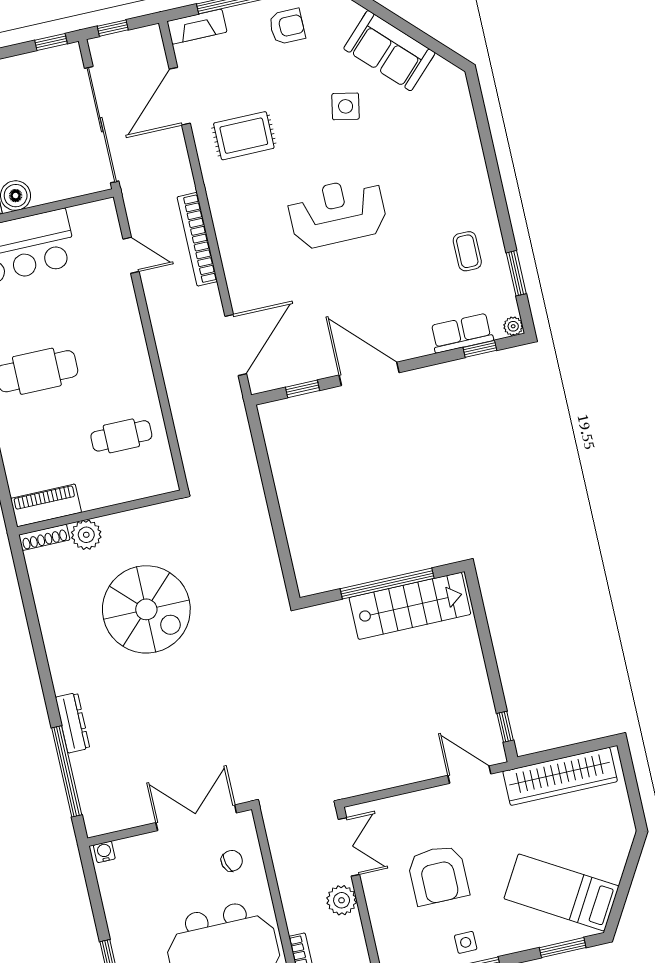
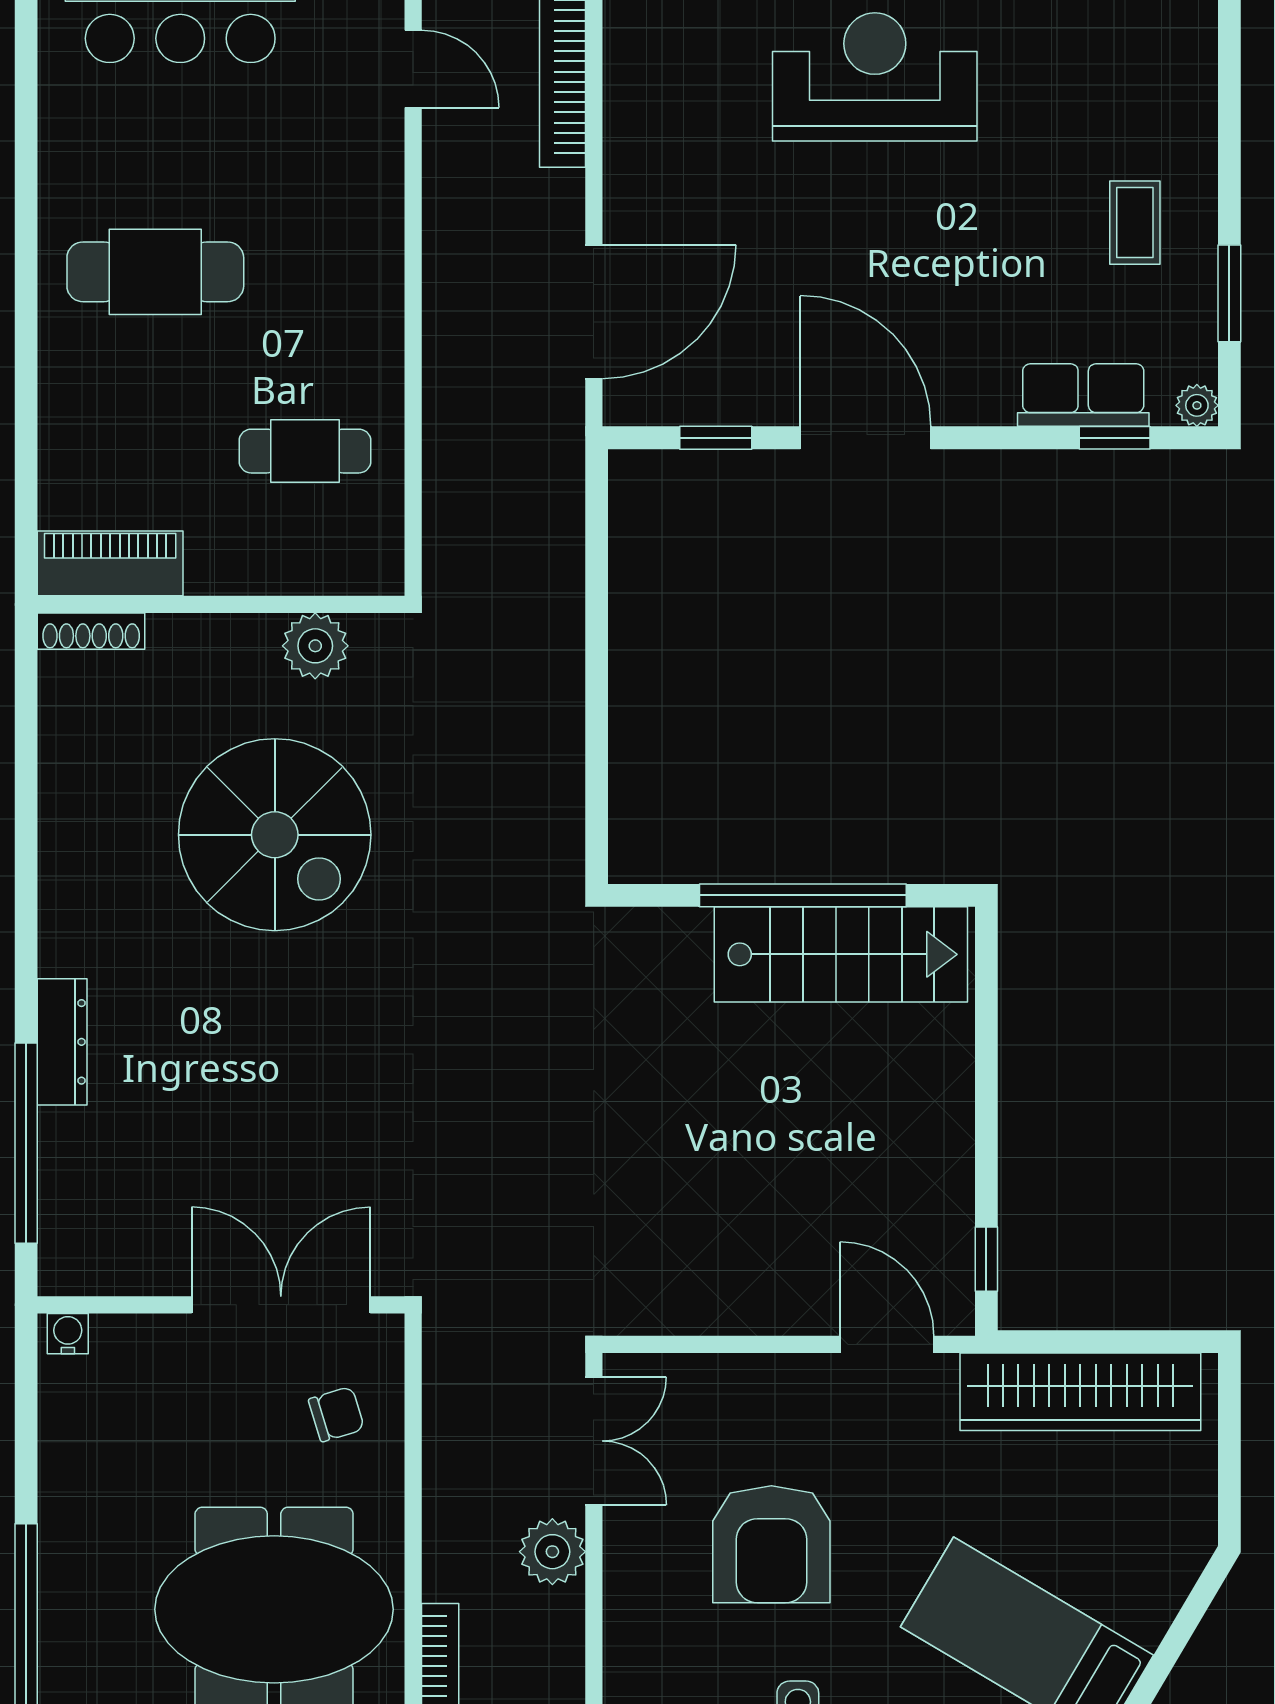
plant: (86, 535) -> (315, 646), moved

